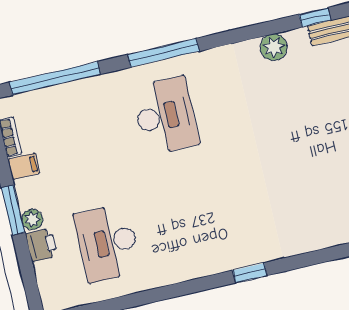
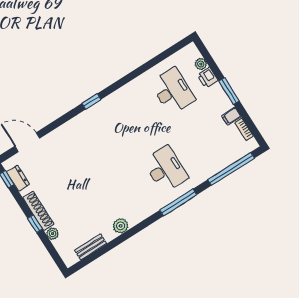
window: (315, 17) -> (104, 249), removed
desk: (165, 116) -> (165, 169), turned 180
plant: (32, 219) -> (201, 64), moved

